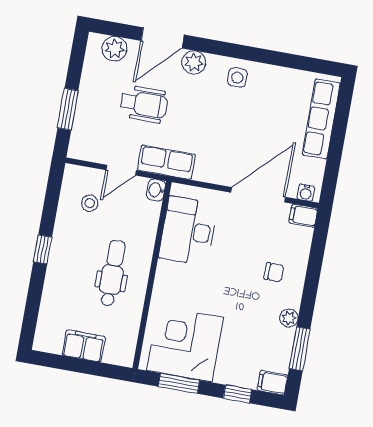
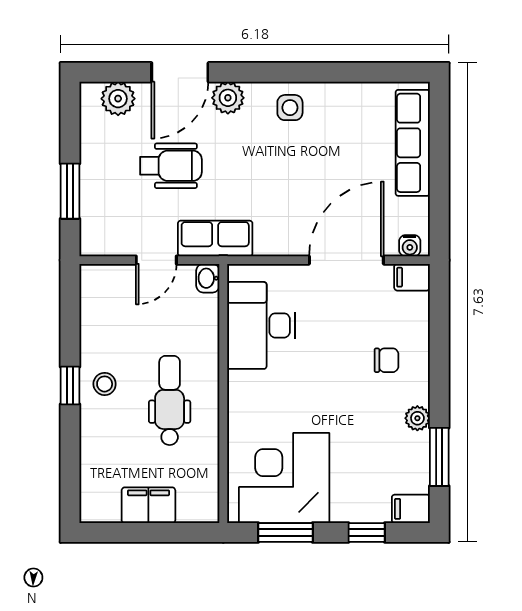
stool: (90, 203) -> (105, 384), moved

